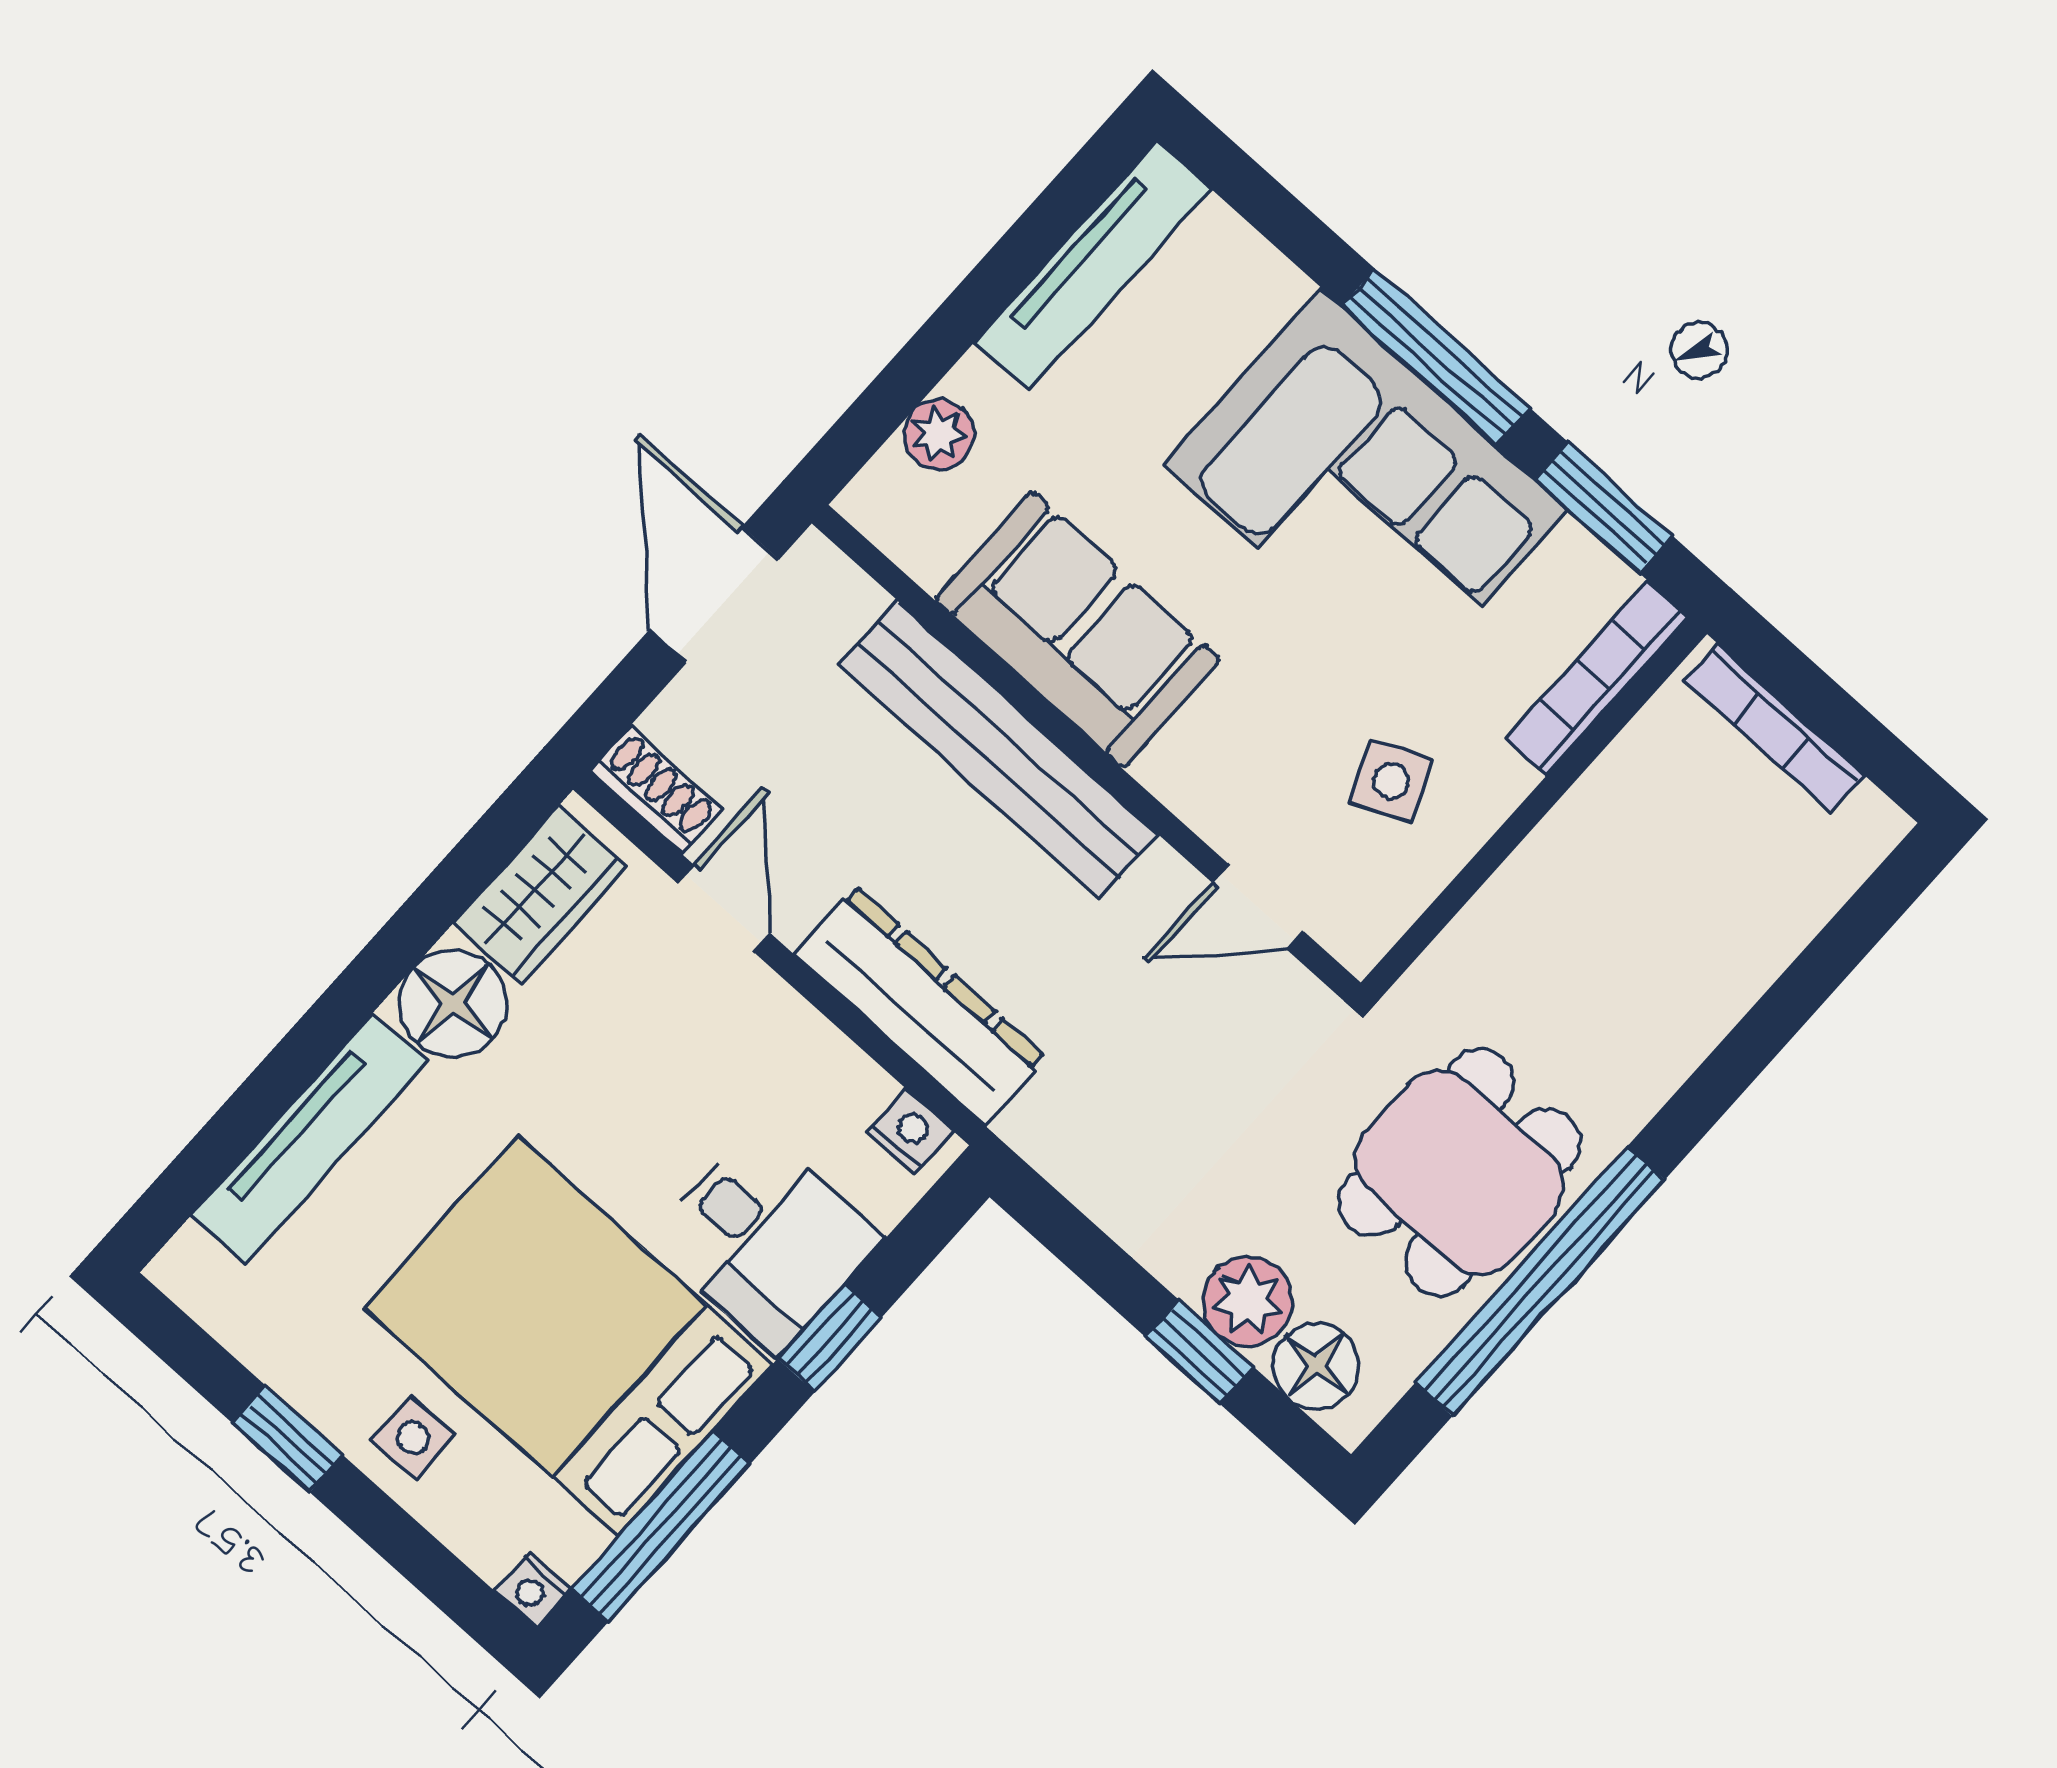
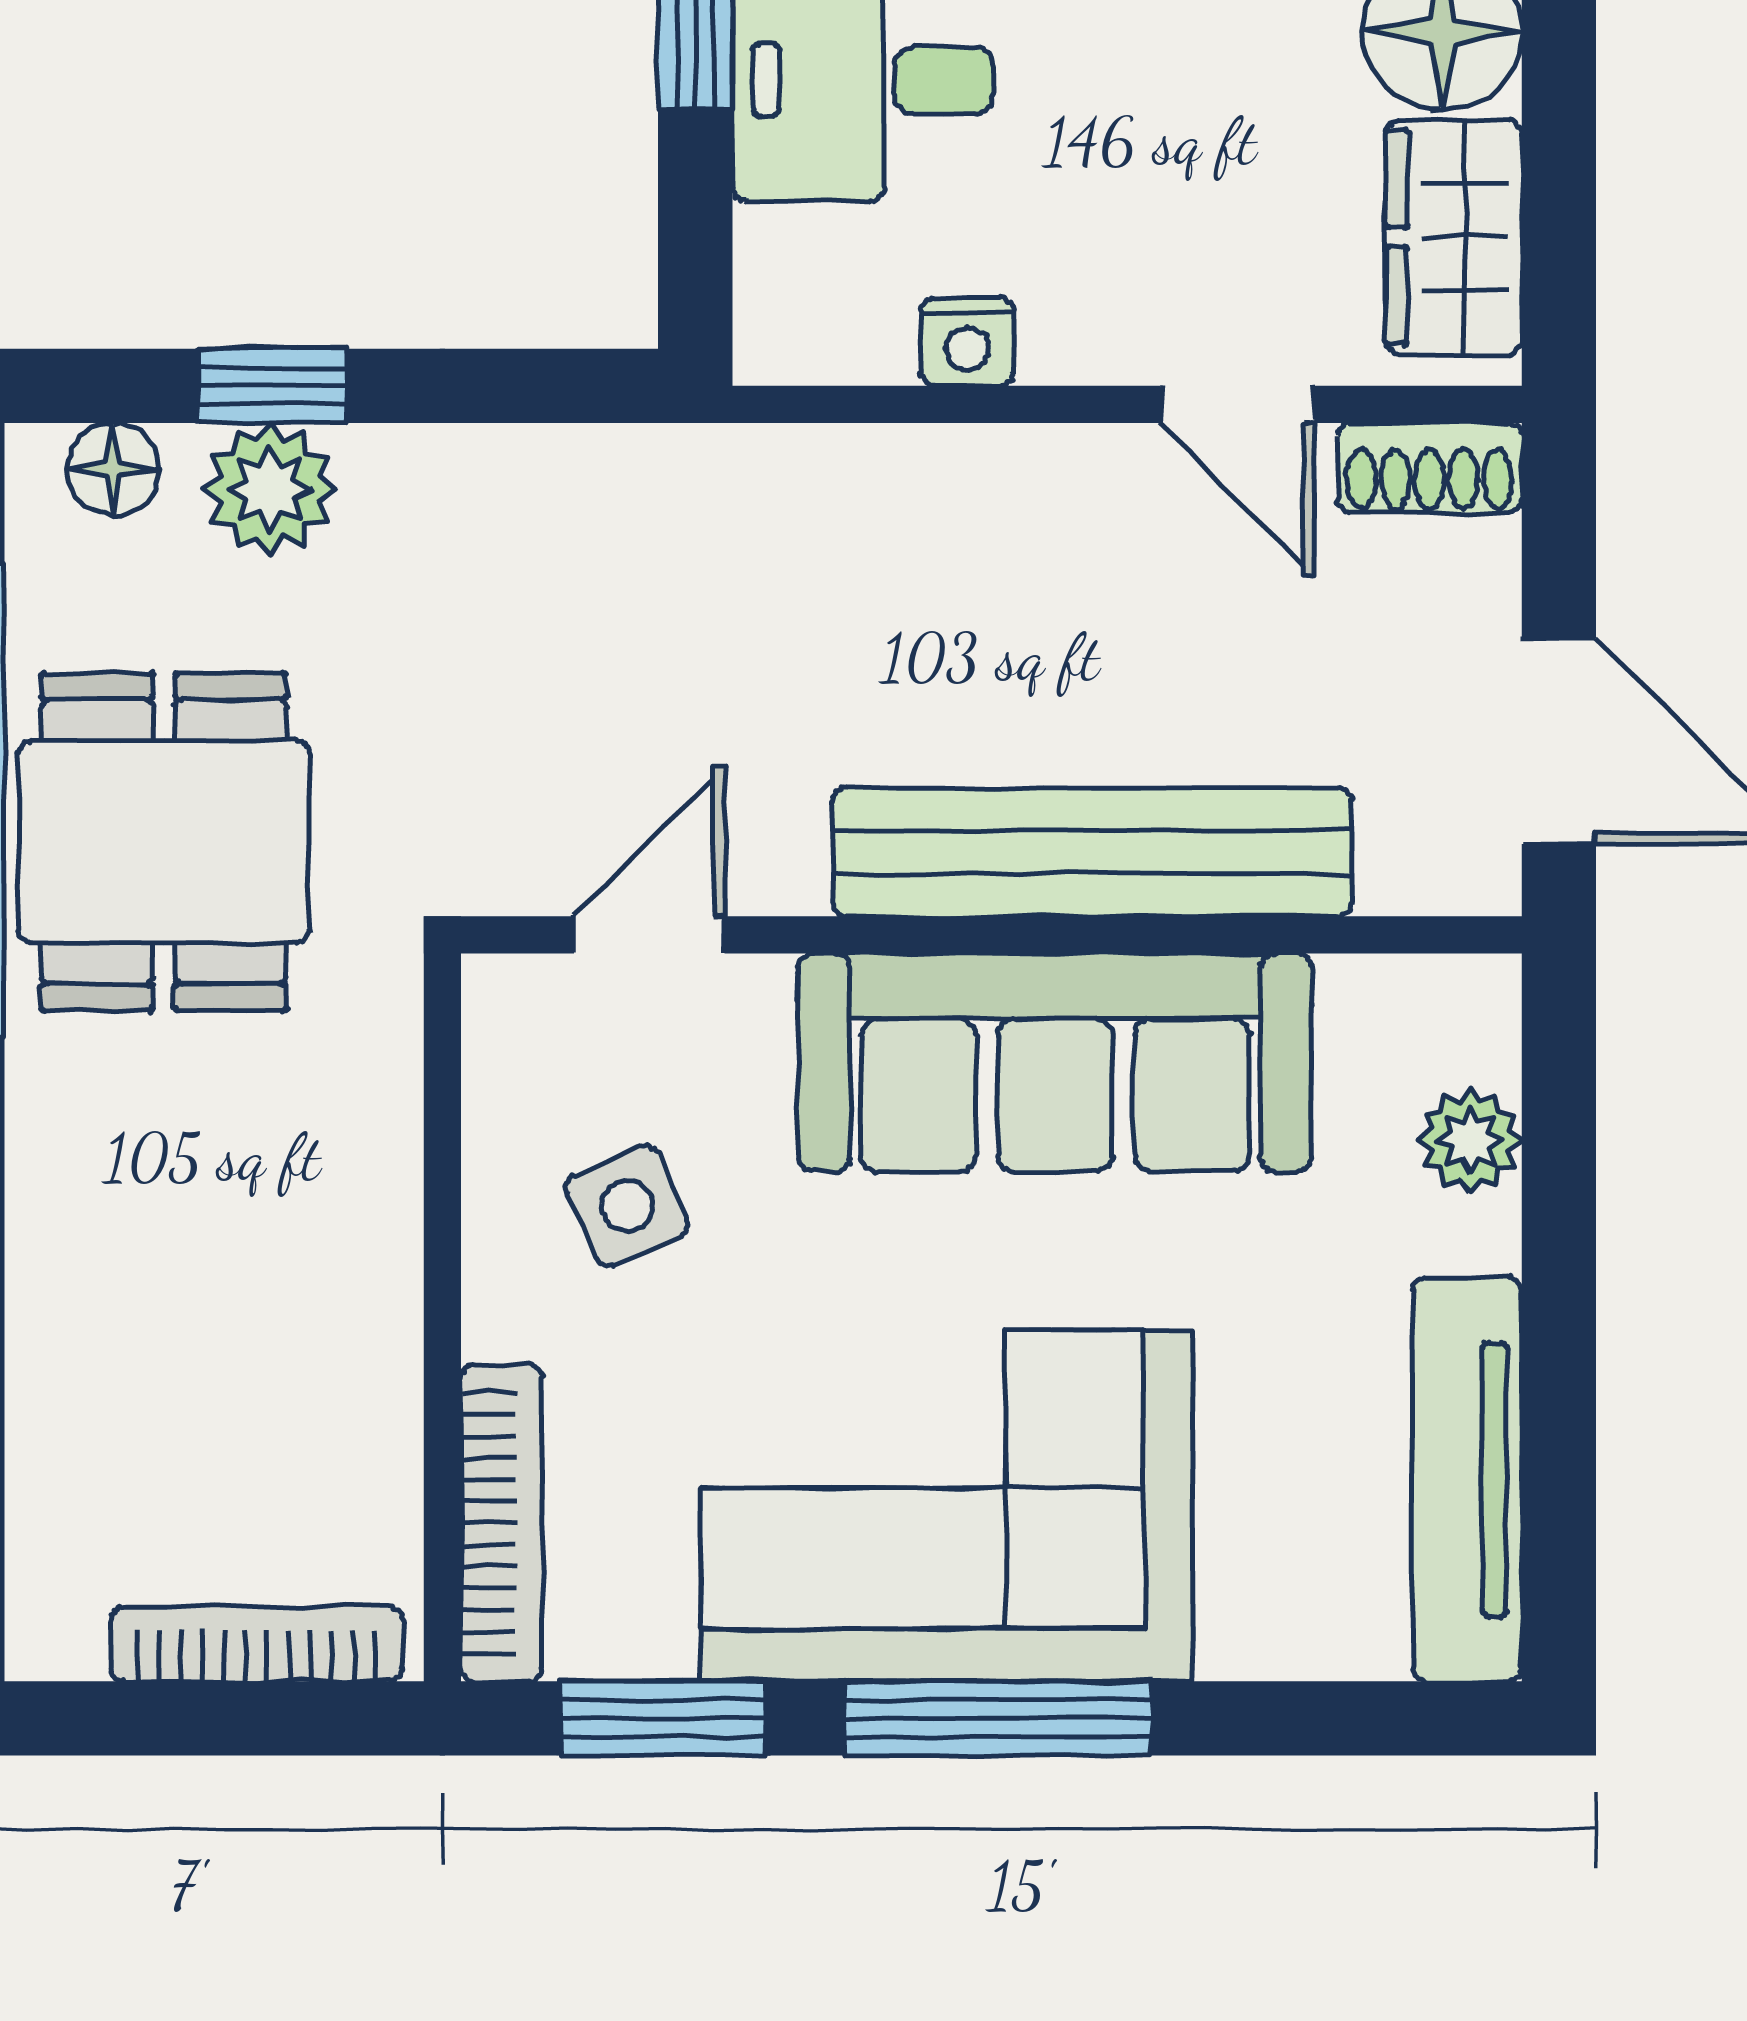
sofa: (1078, 630) -> (1055, 1062), width x1.36
dresser: (920, 1006) -> (925, 491), removed
nightstand: (910, 1132) -> (967, 342), moved
floor lamp: (1316, 1366) -> (113, 469), width x0.73, depth x0.73

